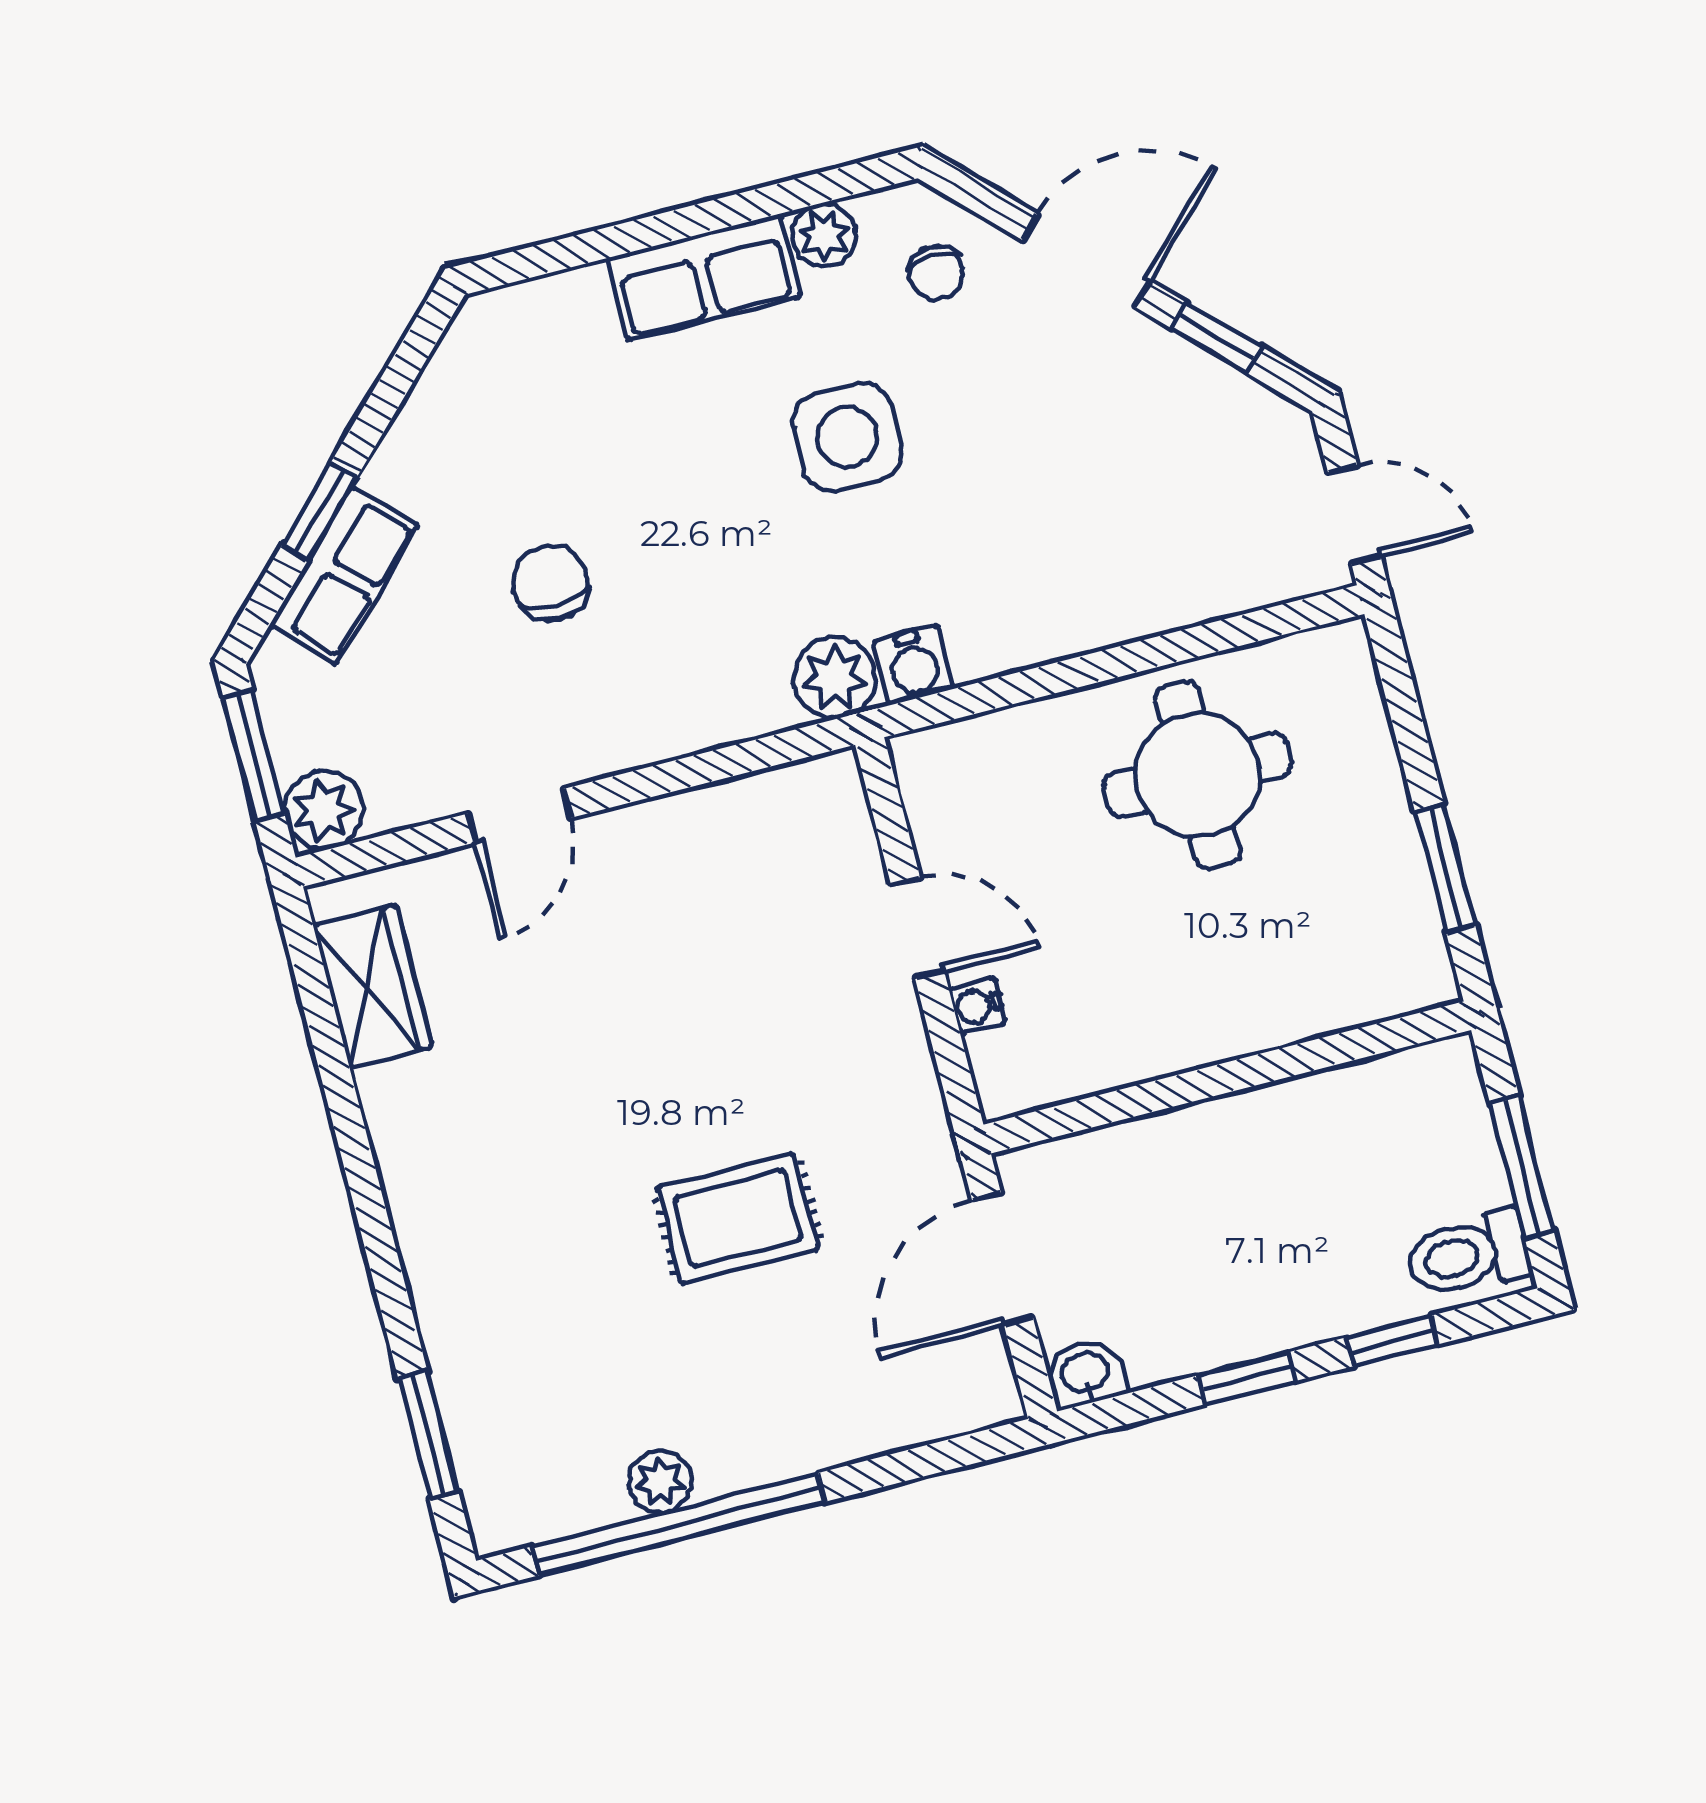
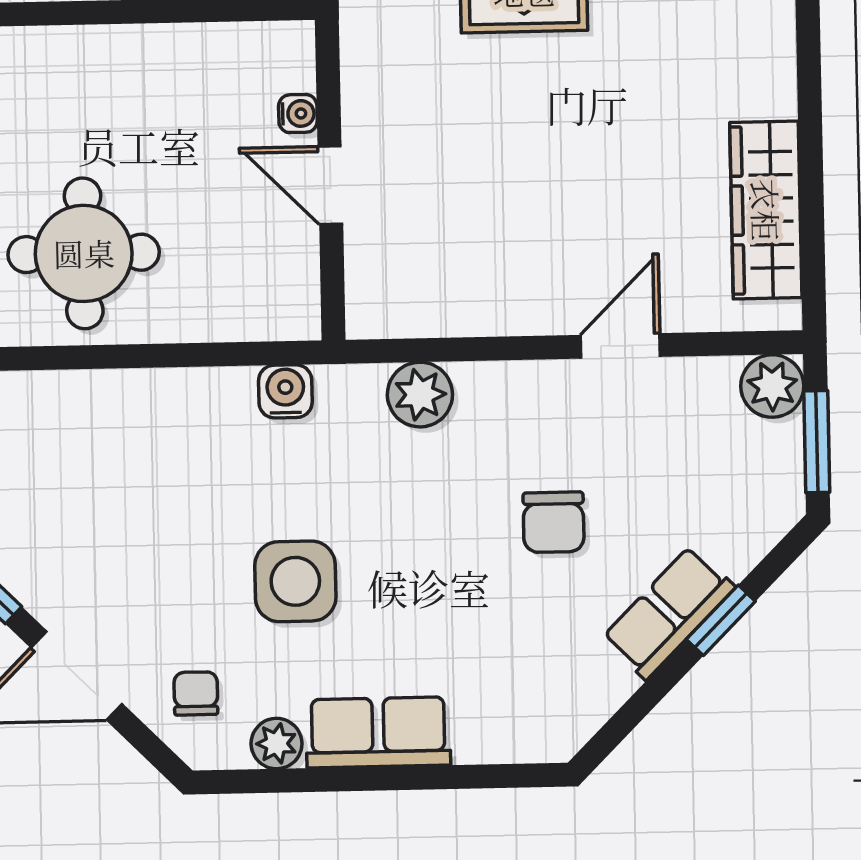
row of seats: (344, 575) -> (669, 613), moved
plant: (835, 678) -> (420, 395), moved
wardrobe: (373, 987) -> (766, 210), width x1.50

